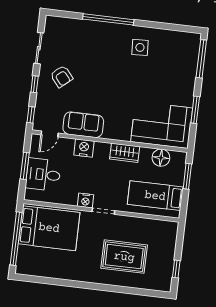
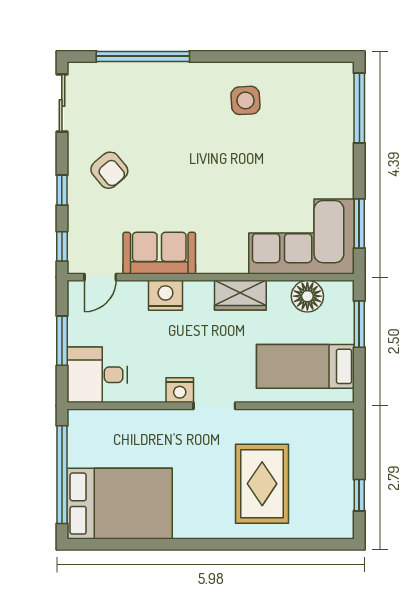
window: (108, 19) -> (143, 56), moved
sliding door: (39, 48) -> (62, 103), moved
window: (195, 110) -> (359, 224), moved
desk: (43, 175) -> (97, 375), moved
bed: (49, 228) -> (120, 504), moved
rug: (124, 257) -> (262, 484), turned 90

